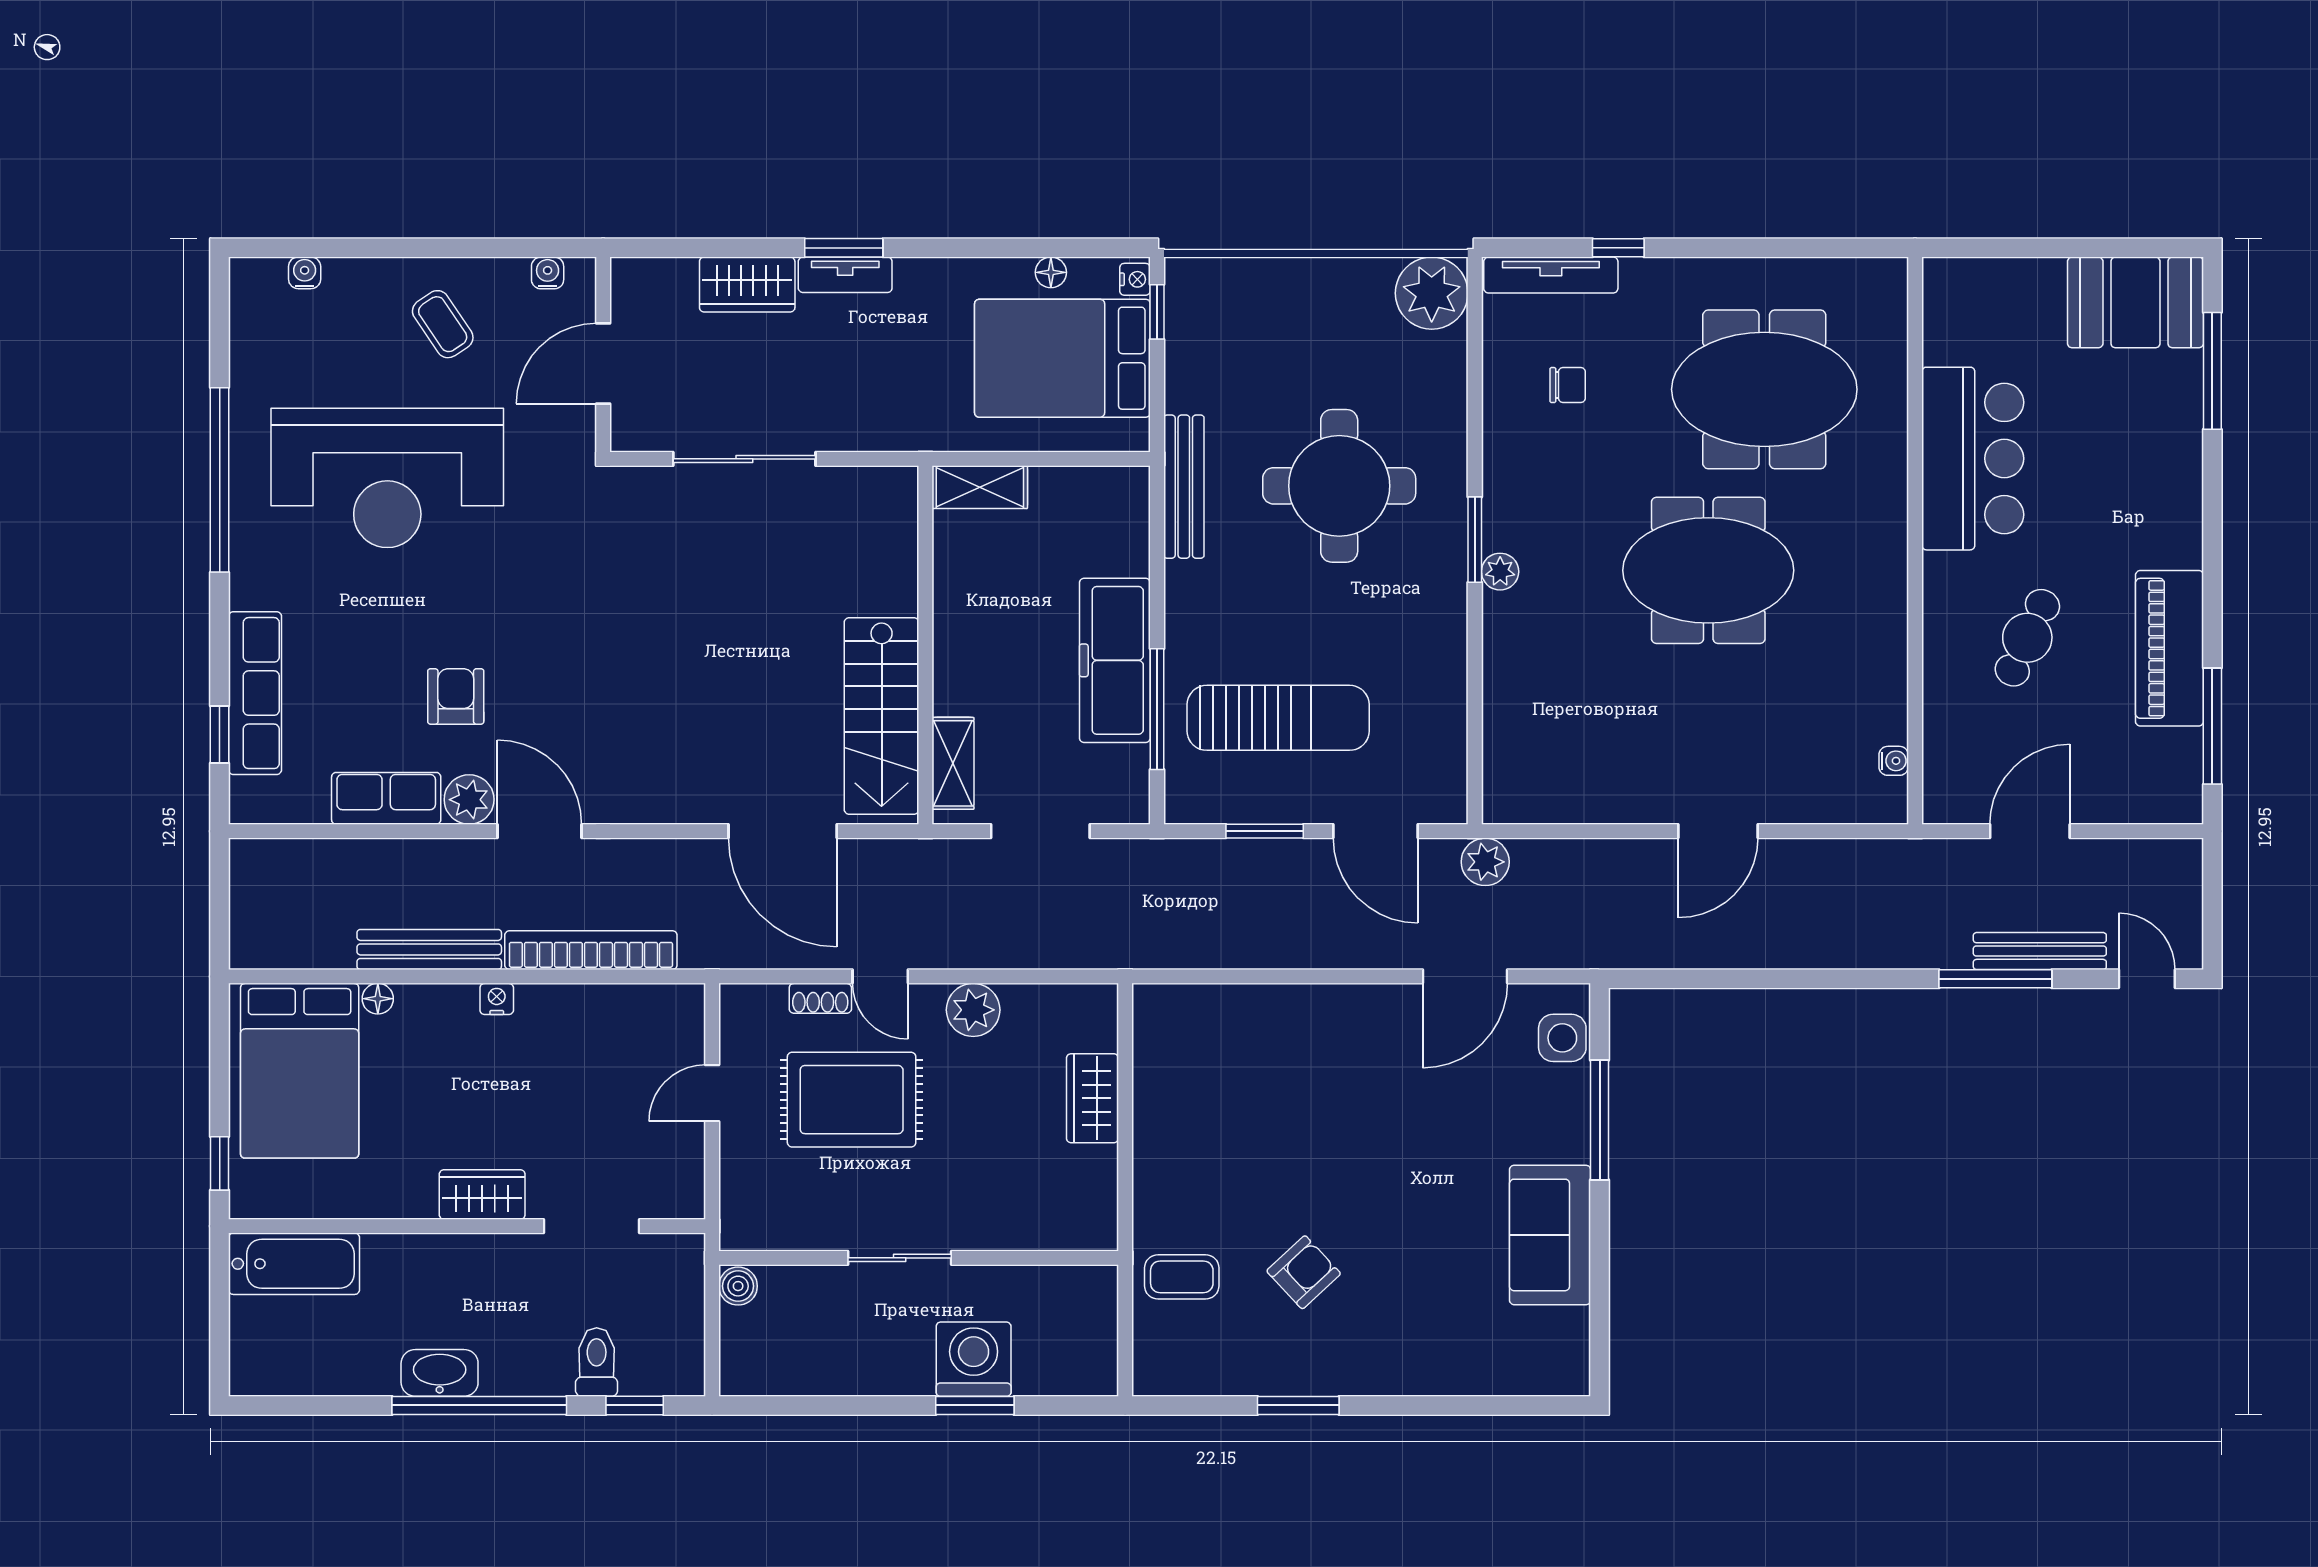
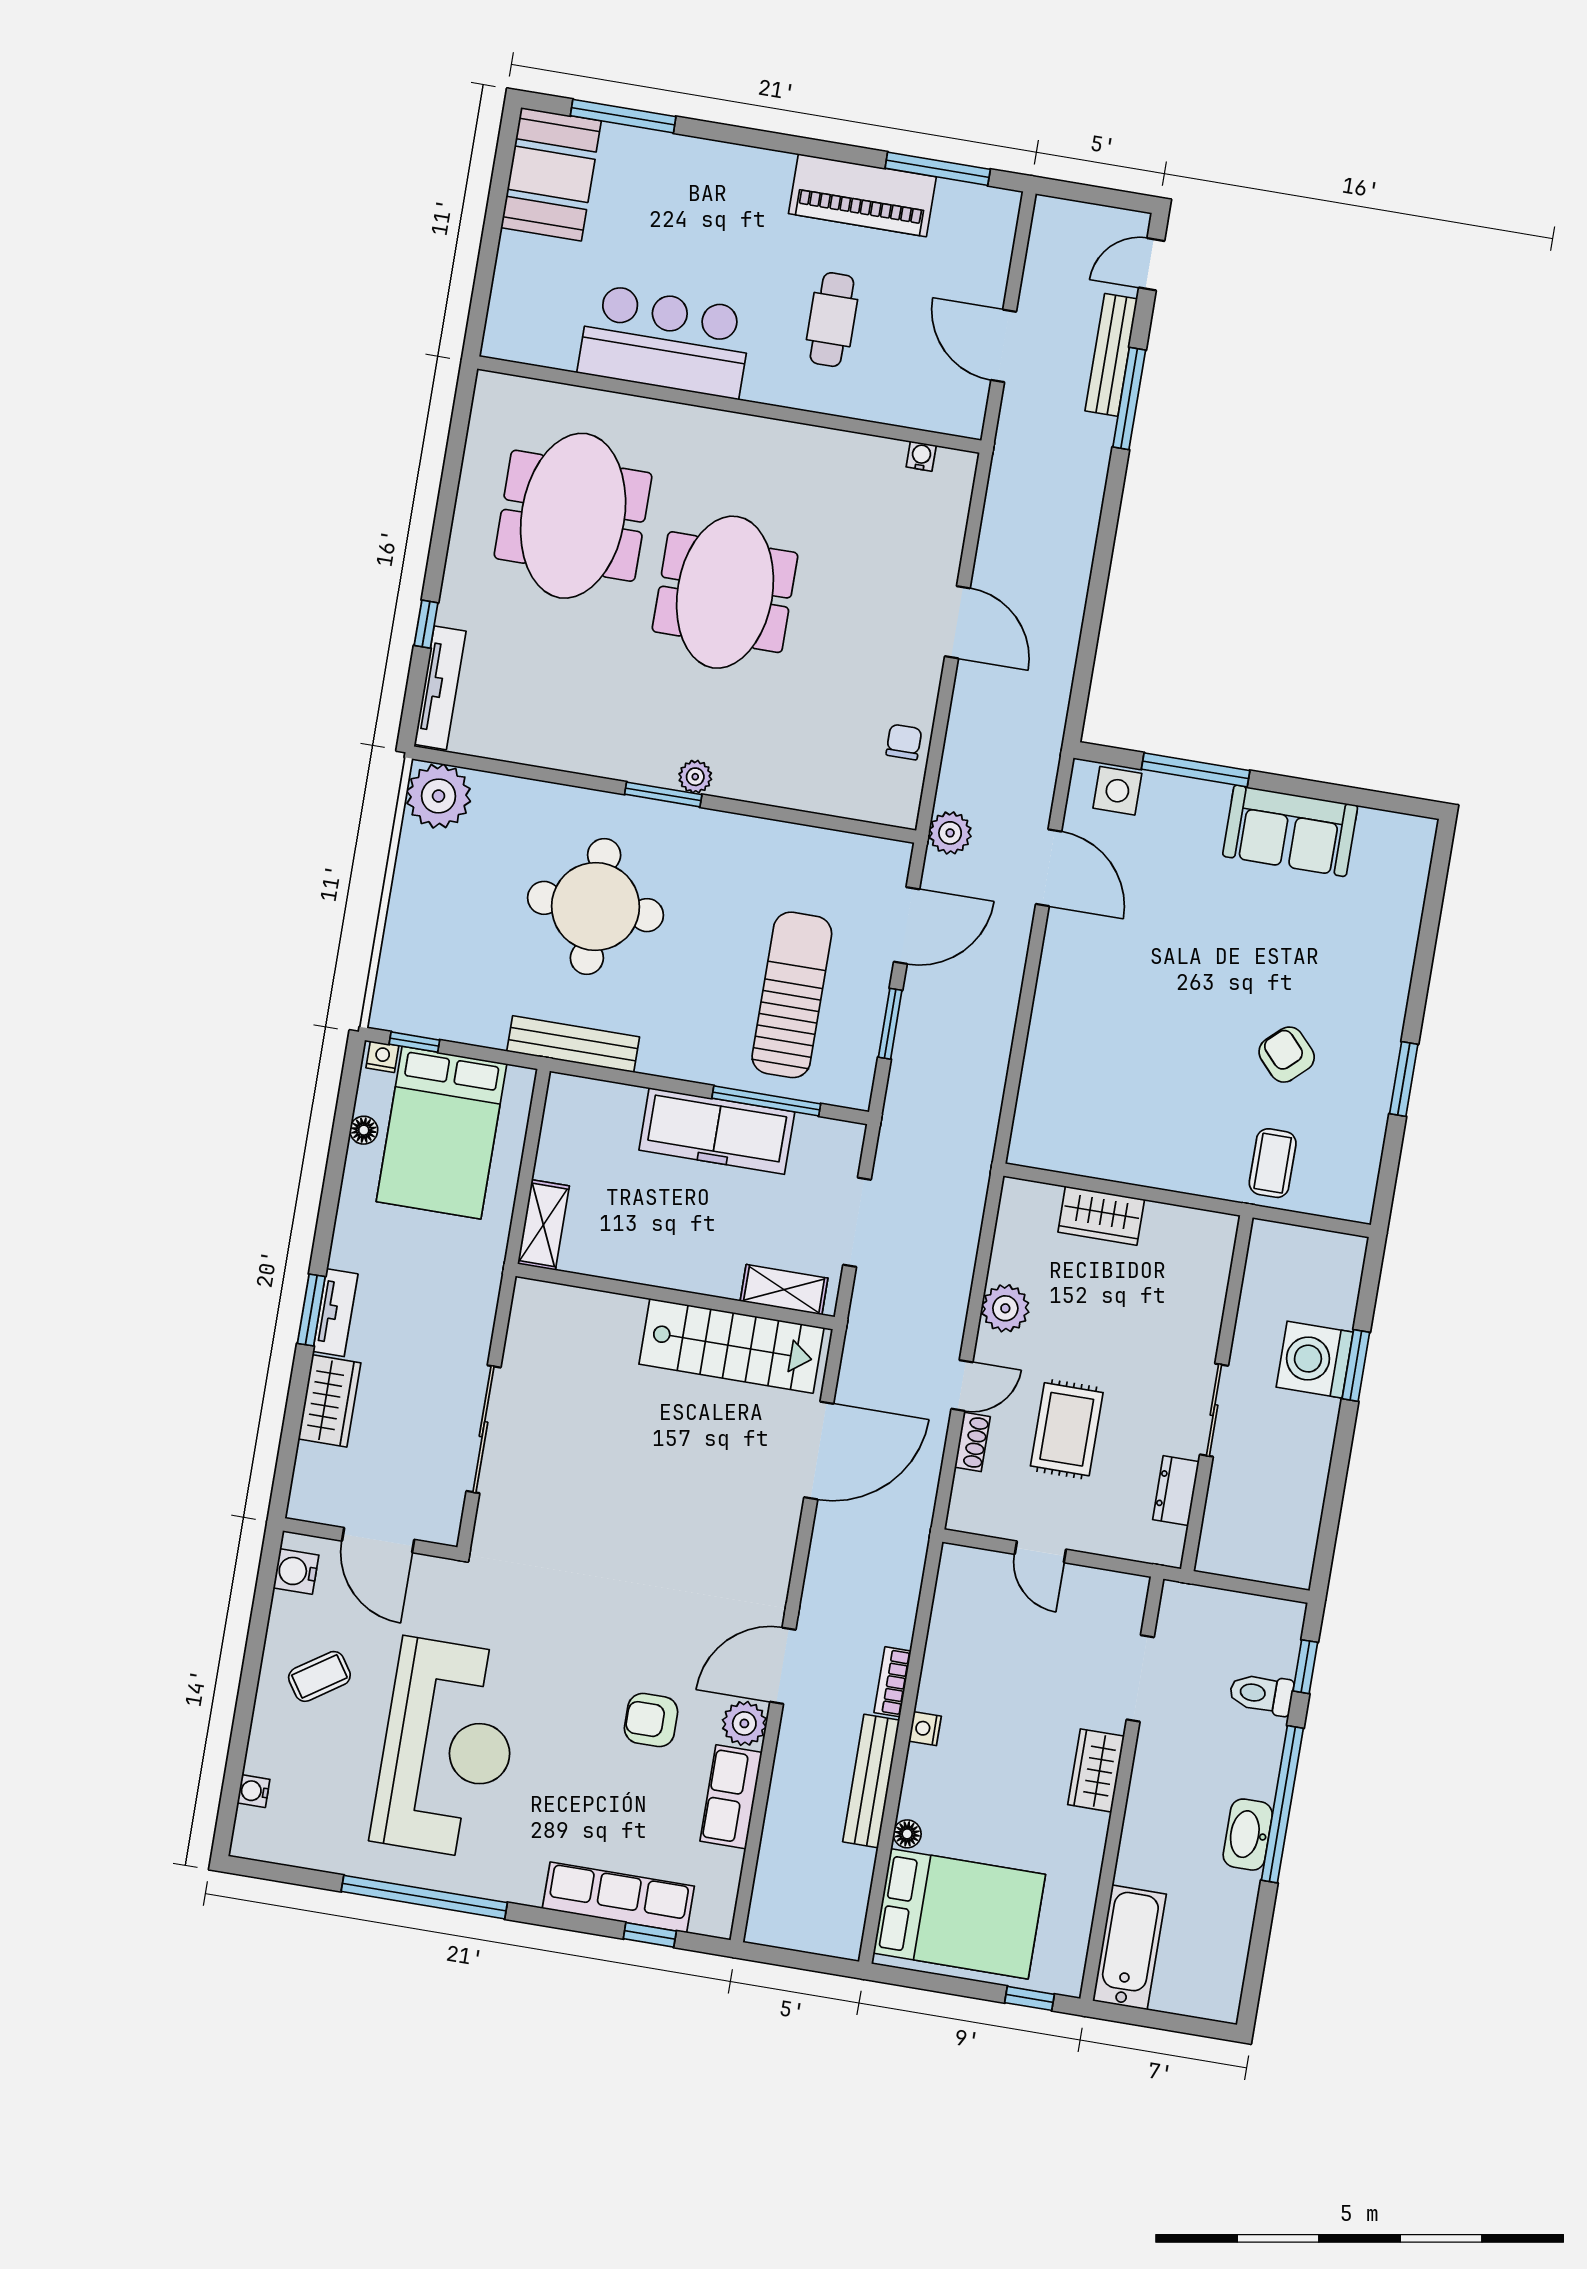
water cooler: (548, 273) -> (296, 1571), width x1.38, depth x1.38
chair: (1568, 385) -> (904, 742), moved
cafe table: (2027, 638) -> (832, 320), turned 65
bookcase: (591, 950) -> (893, 1682), width x0.43, depth x0.76
rug: (852, 1100) -> (1067, 1429), width x0.73, depth x0.70
dresser: (804, 1231) -> (1176, 1491), added
boiler: (738, 1286) -> (1215, 1557), removed

